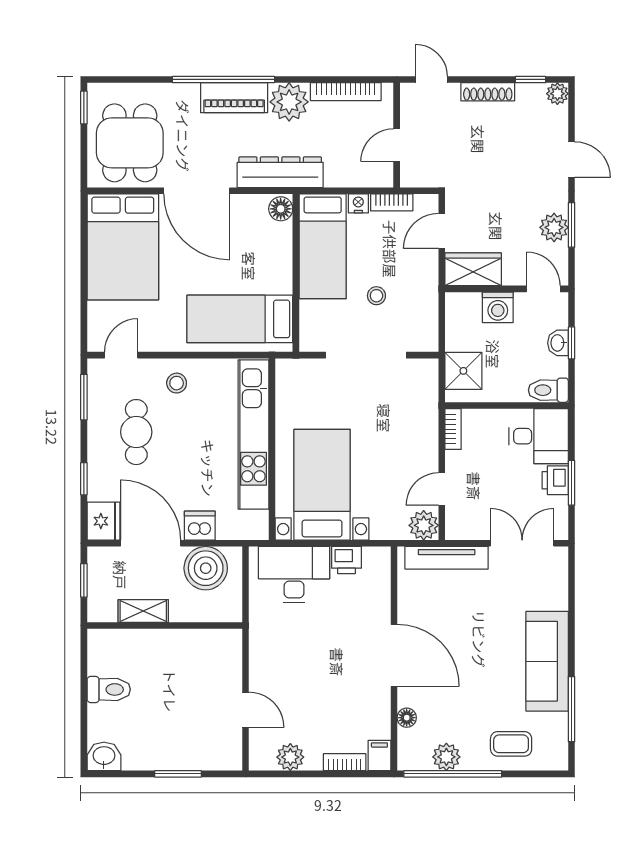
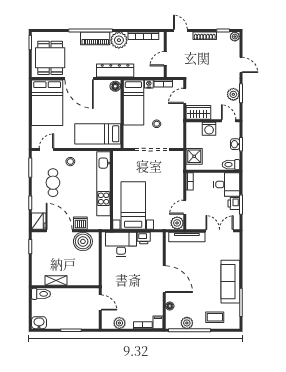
shelving: (143, 611) -> (56, 281), moved
wall: (165, 625) -> (65, 287), moved

